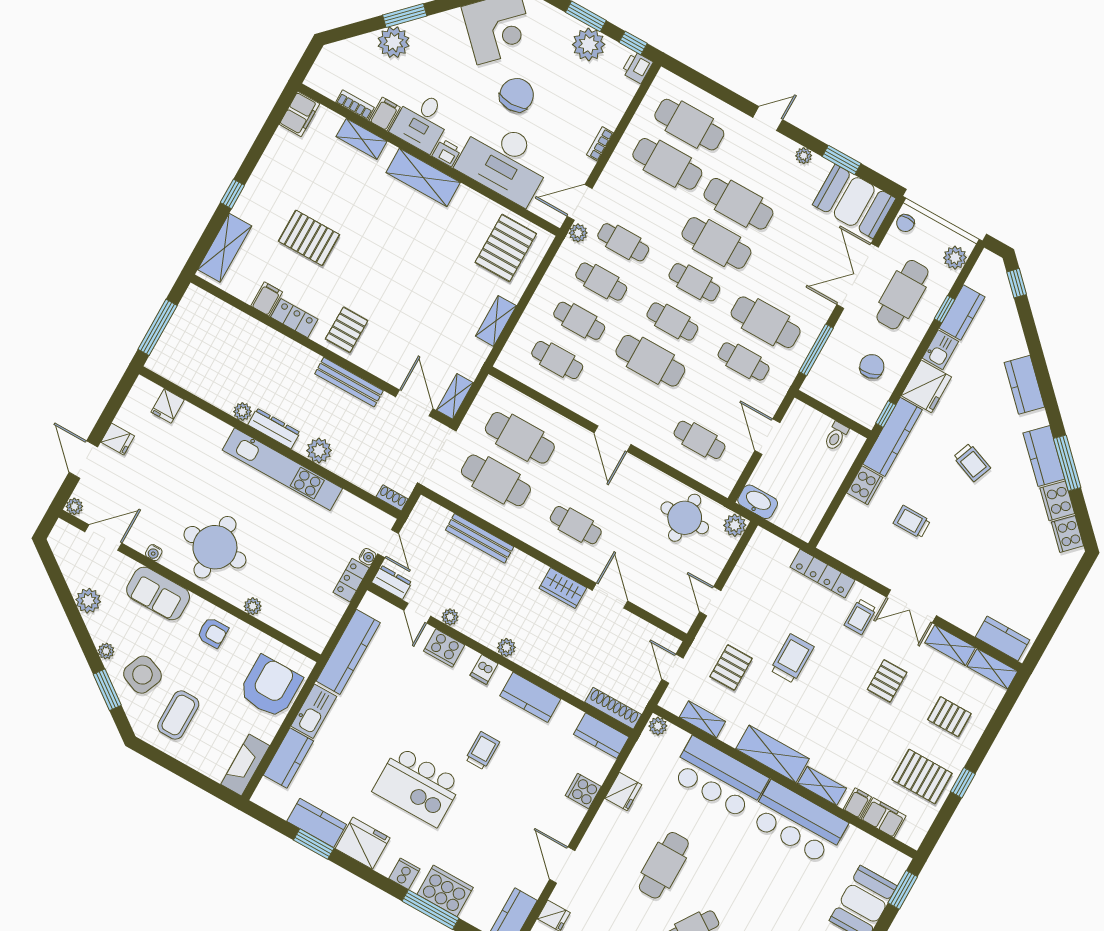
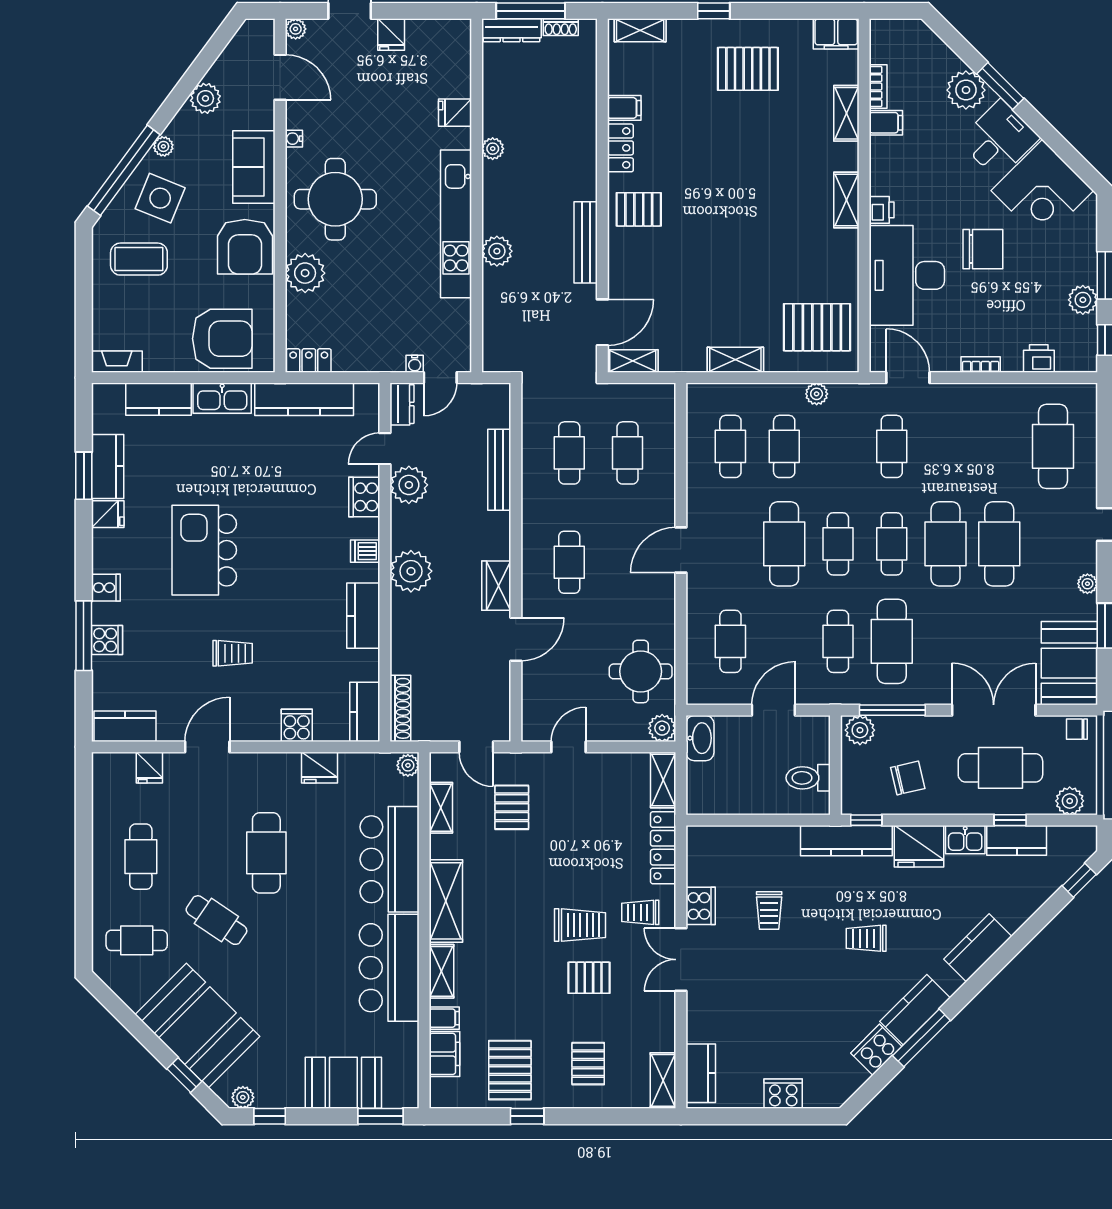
plant: (589, 44) -> (1083, 300), width x0.73, depth x0.73
printer: (637, 67) -> (1039, 359), moved
desk: (422, 121) -> (999, 139), moved, turned 135
cafe table: (667, 164) -> (999, 446), removed
shelving: (423, 177) -> (846, 200), width x0.67, depth x0.75
plant: (578, 233) -> (817, 394), moved
pallet: (309, 238) -> (748, 69), moved, turned 90
shelving: (225, 248) -> (640, 30), width x0.67, depth x0.75
cafe table: (601, 282) -> (838, 446), removed
plant: (817, 382) -> (860, 730), added
fridge: (168, 406) -> (455, 113), moved
dresser: (274, 429) -> (511, 30), moved, turned 90
toilet: (836, 436) -> (808, 778), width x1.37, depth x1.39
cafe table: (520, 438) -> (627, 453), width x0.73, depth x0.74
trolley: (972, 462) -> (866, 938), turned 69
cafe table: (496, 480) -> (569, 453), width x0.73, depth x0.74
cooker: (865, 485) -> (701, 906), moved, turned -90
shoe rack: (392, 498) -> (561, 27), moved, turned 90
trolley: (912, 522) -> (769, 911), turned 180
cooker: (1068, 534) -> (783, 1094), moved, turned 45
locker: (351, 580) -> (309, 360), moved
plant: (253, 606) -> (305, 273), width x1.87, depth x1.87
plant: (450, 617) -> (409, 485), width x1.88, depth x1.88
armchair: (213, 633) -> (245, 247), width x1.88, depth x1.88
shelving: (950, 645) -> (663, 780), moved
plant: (506, 647) -> (411, 571), width x1.87, depth x1.87
trolley: (792, 659) -> (580, 925), moved
pallet: (731, 667) -> (512, 807), turned 90
door: (672, 669) -> (476, 747), swing flipped
window: (107, 690) -> (124, 170), width x2.11
trolley: (482, 751) -> (233, 653), moved
fireplace: (245, 765) -> (117, 362), width x0.73, depth x0.76
fridge: (363, 843) -> (108, 514), width x0.53, depth x0.75
cafe table: (664, 865) -> (266, 853), turned 90
cooker: (445, 891) -> (107, 640), width x0.53, depth x0.76

